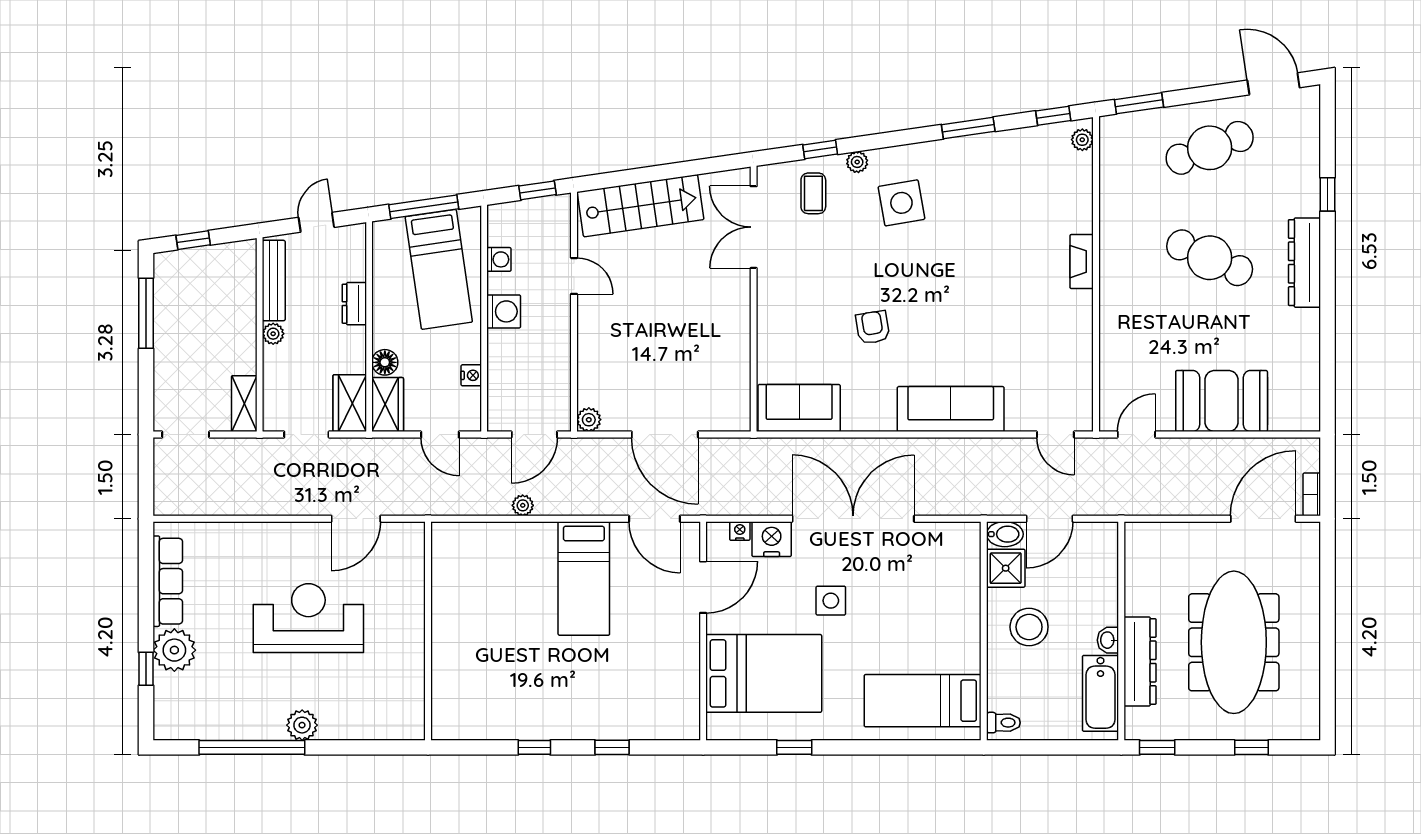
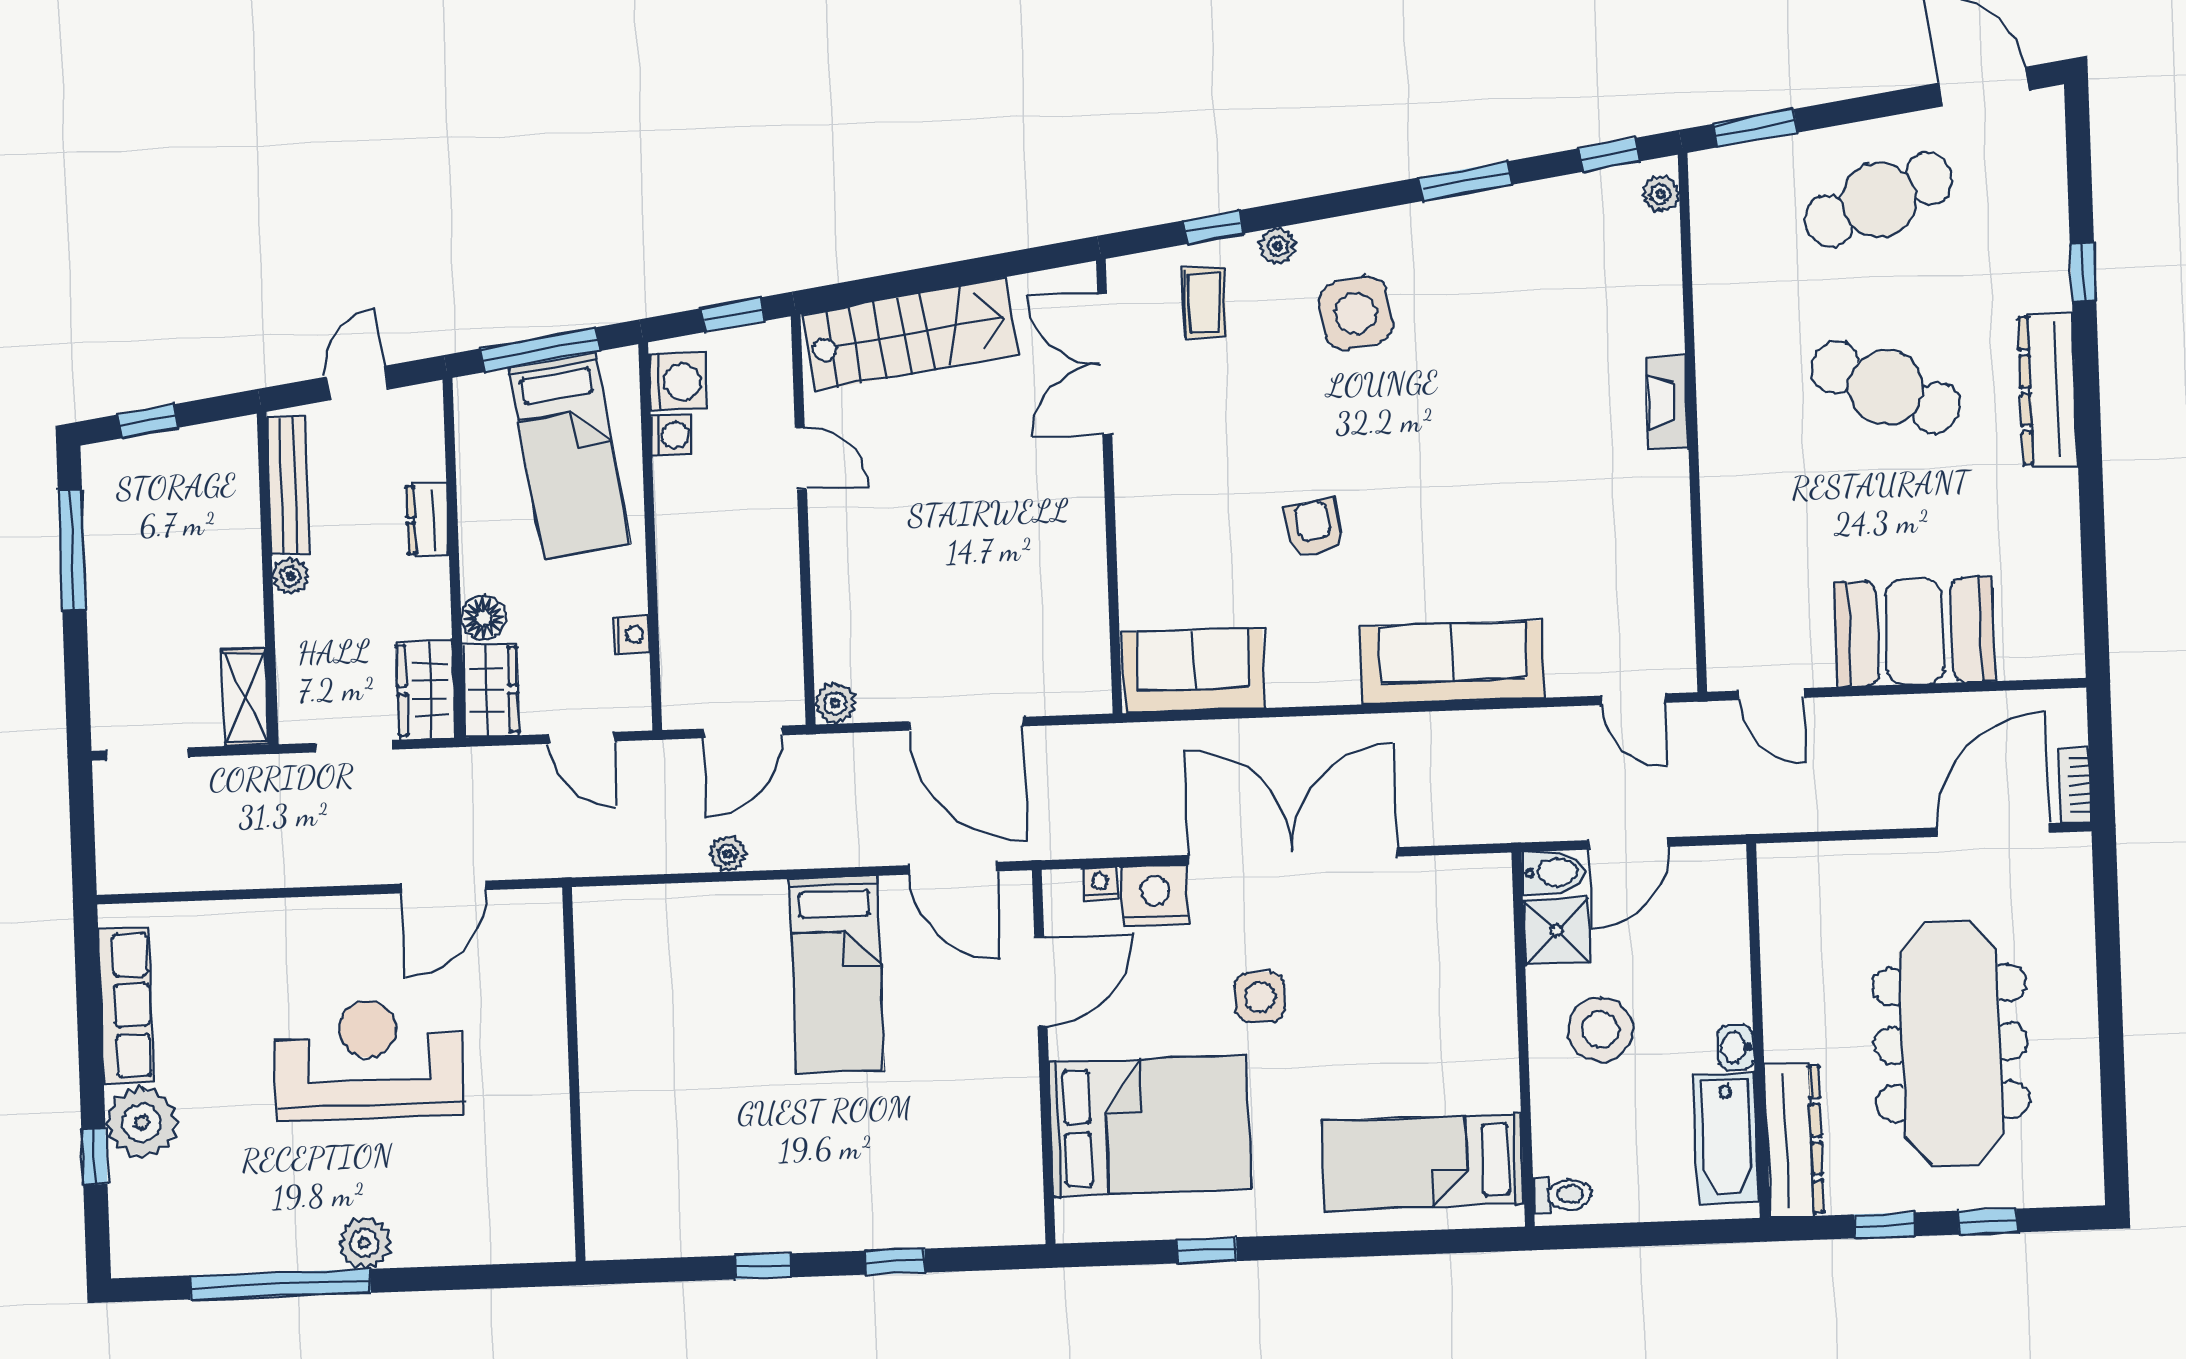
washing machine: (504, 311) -> (678, 382), moved
door: (1136, 435) -> (1772, 694), swing flipped
dresser: (1140, 661) -> (1794, 1140), moved
window: (1157, 747) -> (1884, 1225), moved

